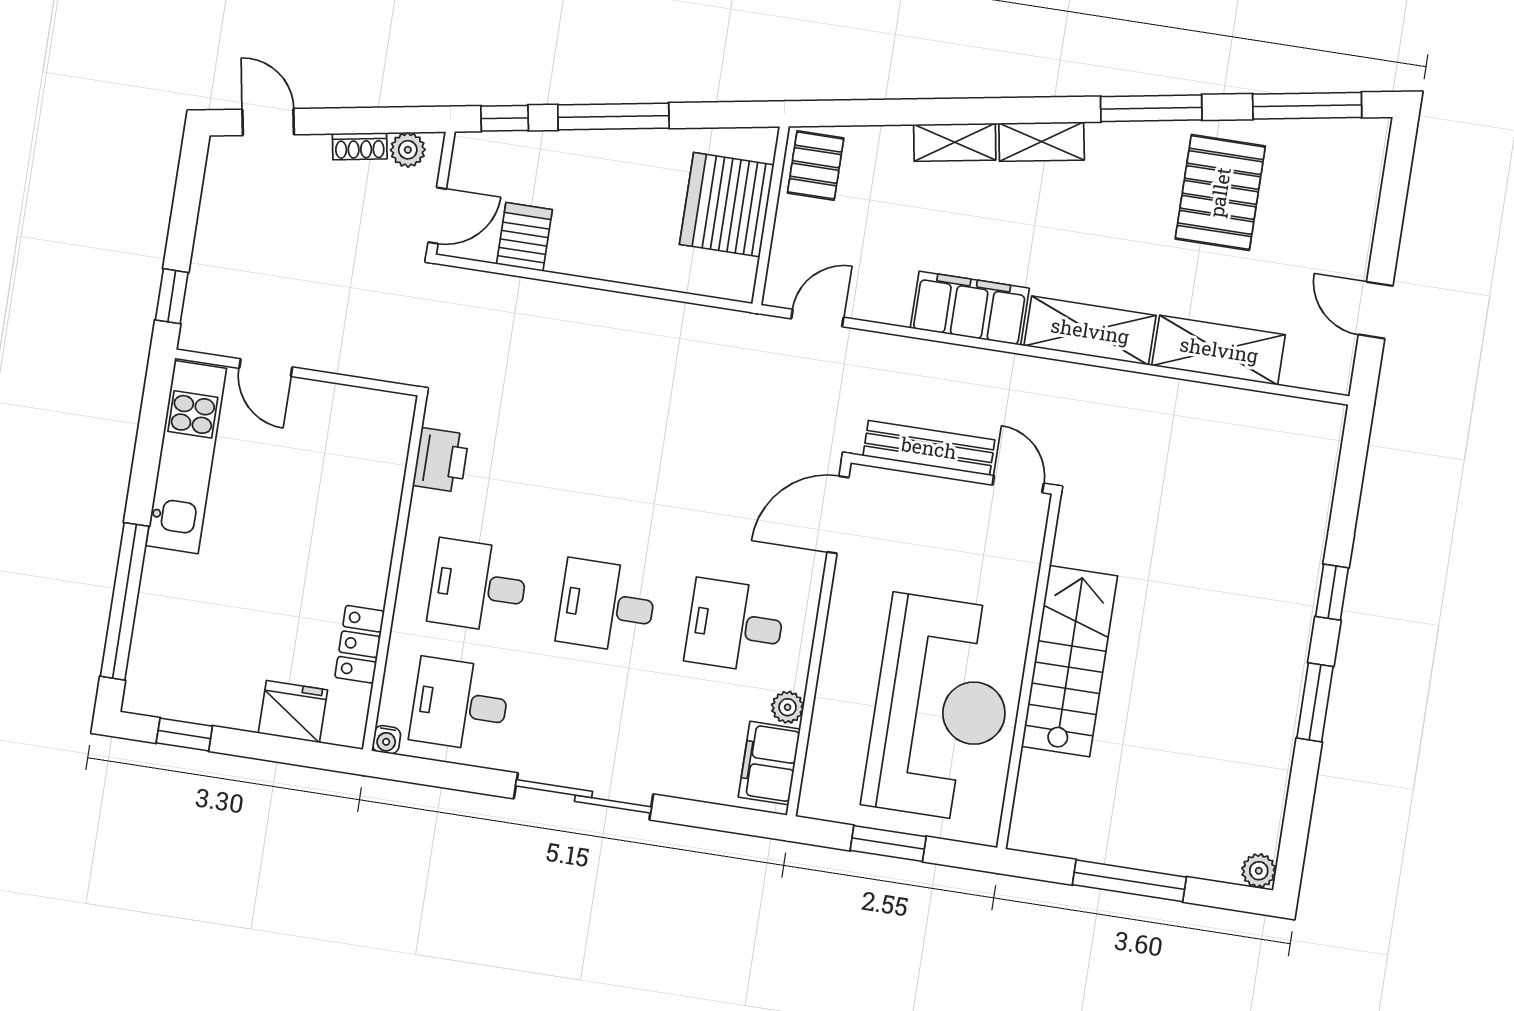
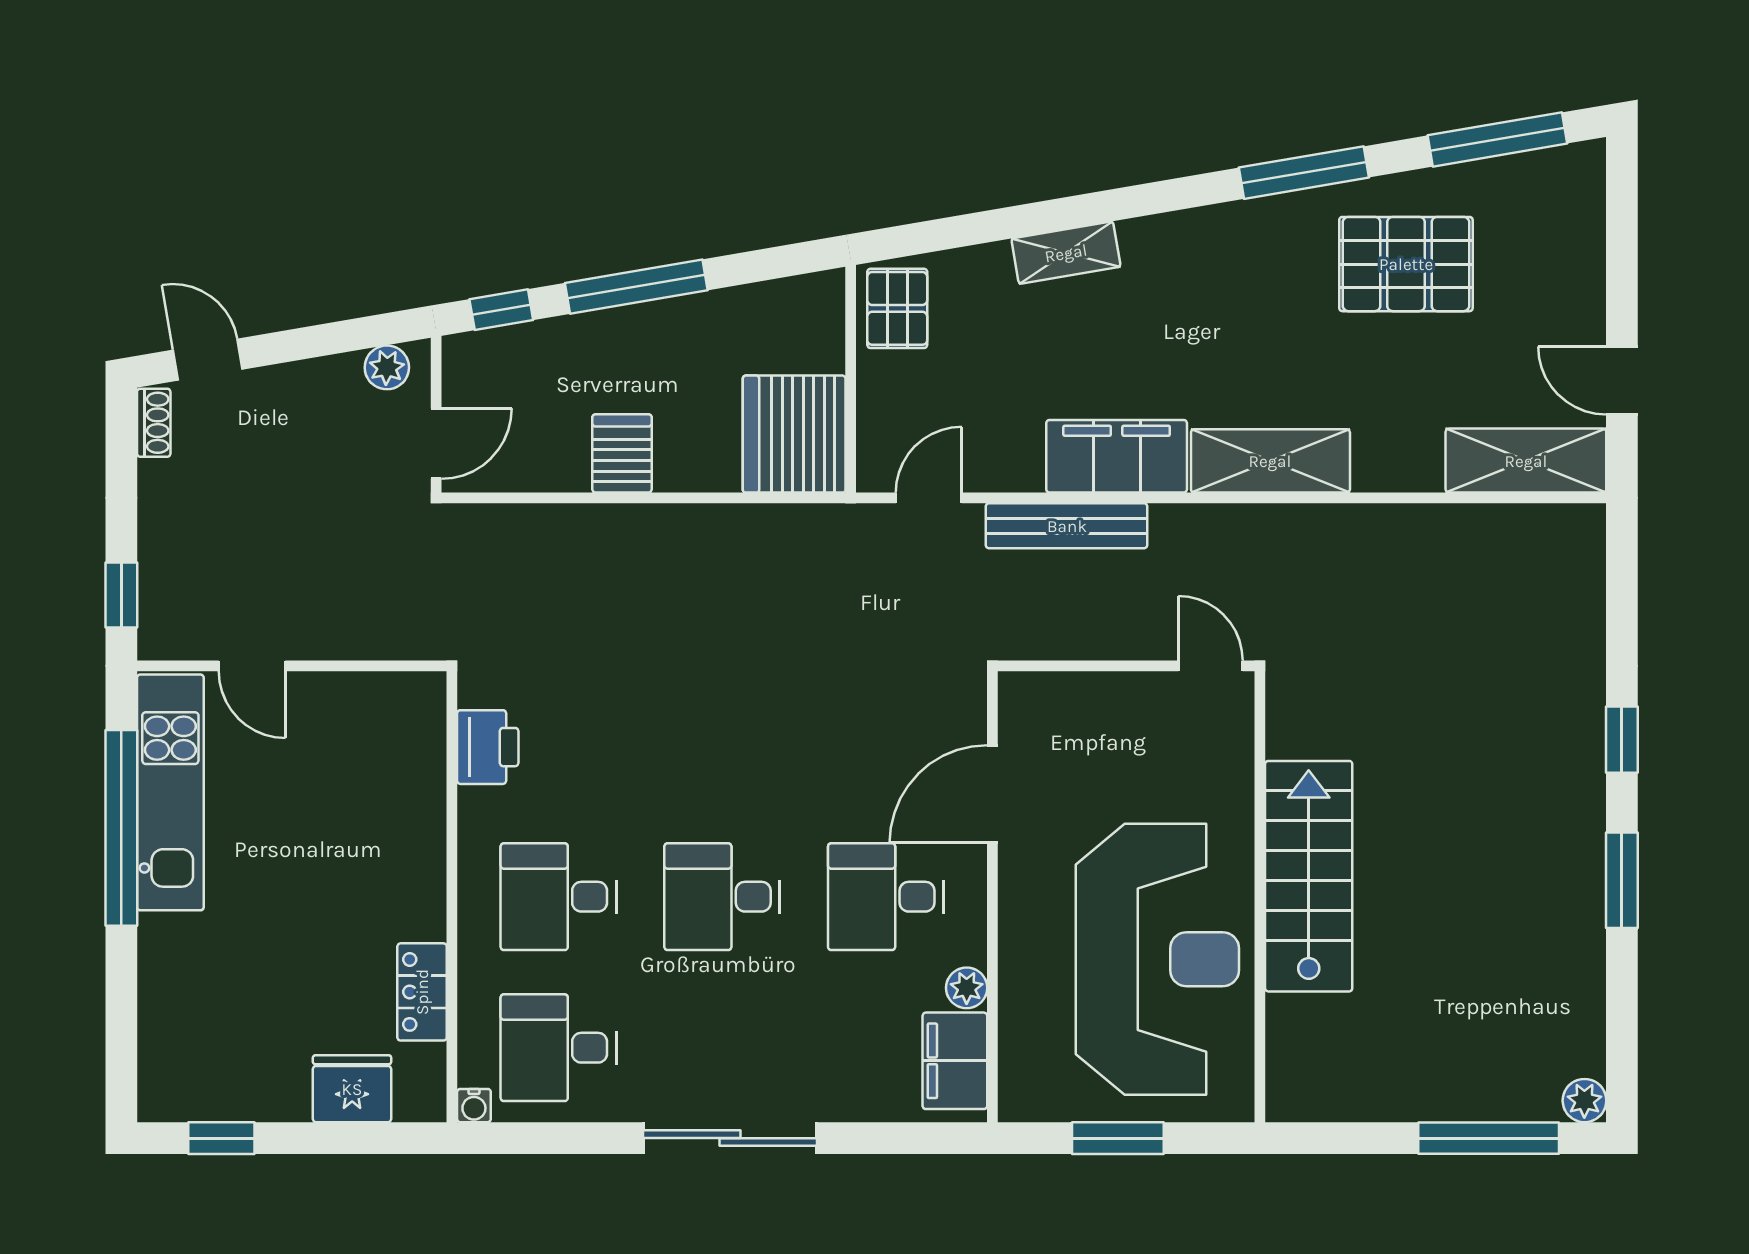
shelving: (1042, 142) -> (1174, 235), removed
shoe rack: (360, 146) -> (154, 423), moved, turned -80
pallet: (1220, 192) -> (1406, 264), turned 90
server rack: (727, 205) -> (794, 434), moved
server rack: (524, 237) -> (622, 453), moved
shelving: (1219, 350) -> (1526, 461), moved
bench: (929, 448) -> (1067, 526), moved
door: (838, 515) -> (992, 794), moved
window: (125, 601) -> (121, 828), moved
window: (1129, 881) -> (1489, 1138), moved

